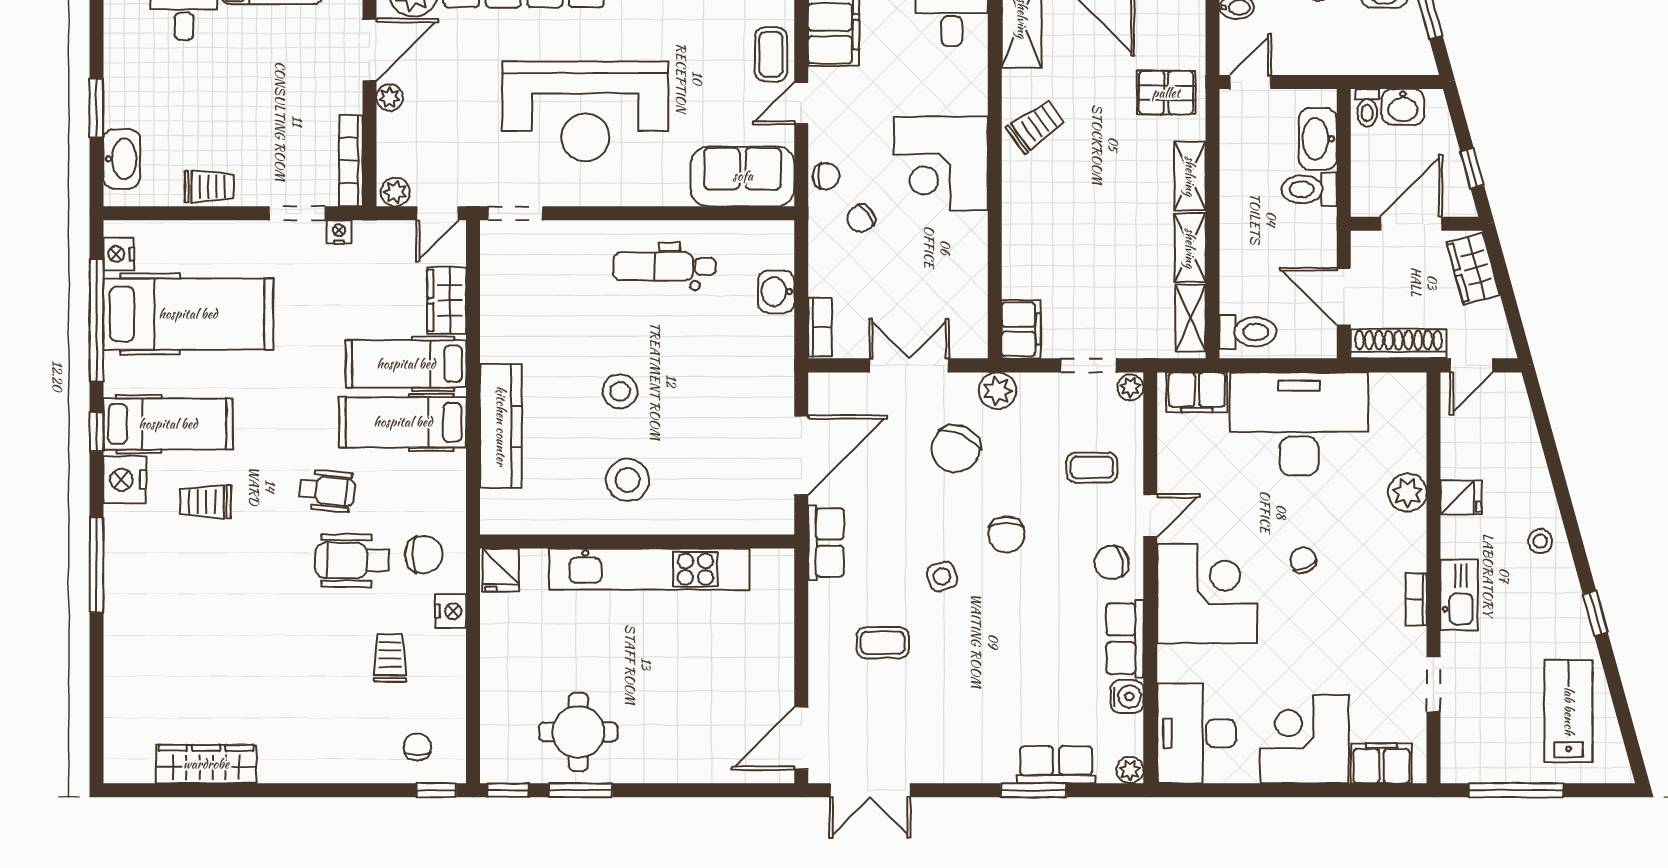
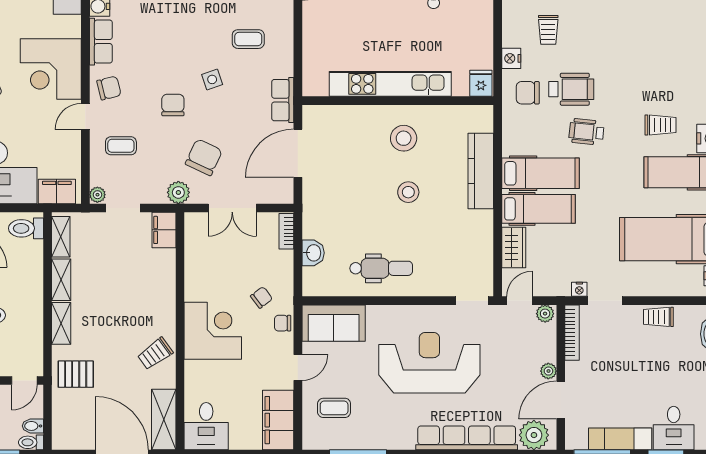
coffee table: (771, 54) -> (334, 408), moved, turned 90

